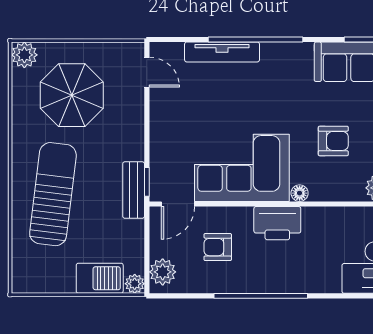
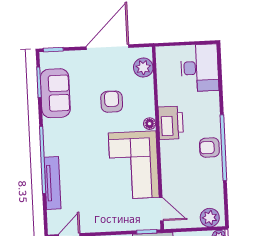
printer: (277, 223) -> (171, 123), moved
armchair: (218, 247) -> (209, 148), moved, turned 90

